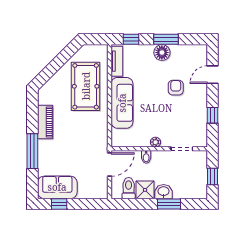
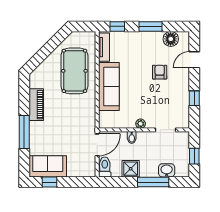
floor lamp: (162, 53) -> (171, 39), moved
toilet: (129, 188) -> (105, 167), moved
washbasin: (164, 192) -> (167, 170), moved
window: (169, 204) -> (153, 182), width x1.44

